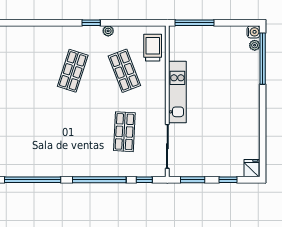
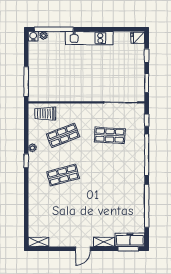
shop shelf: (73, 71) -> (63, 175), turned -33
kitchen unit: (177, 92) -> (89, 38), moved, turned 180

